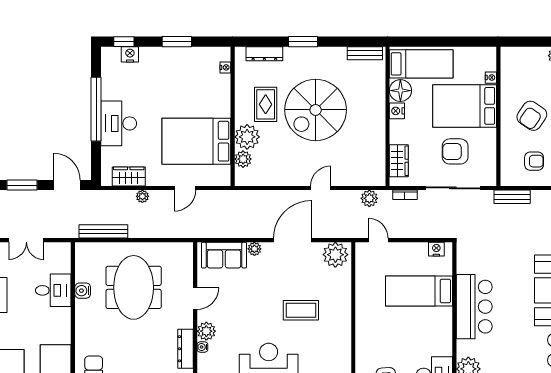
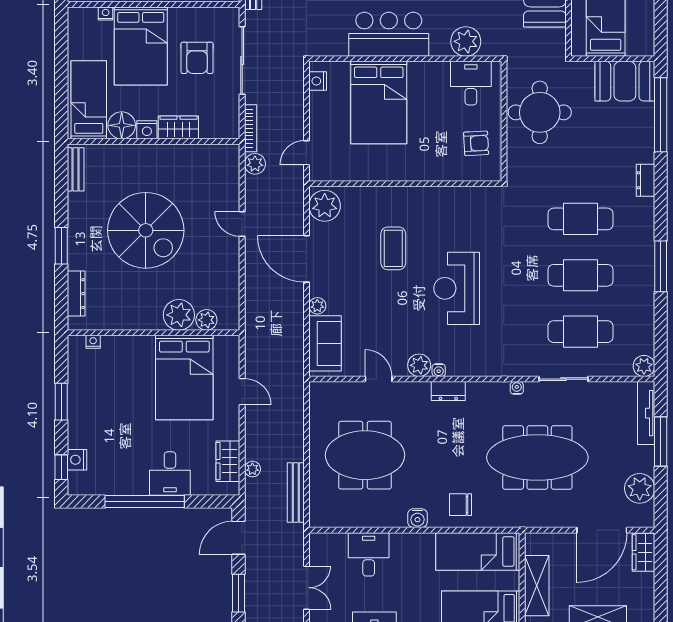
rug: (266, 104) -> (139, 292), removed
desk: (119, 123) -> (170, 474), width x0.73
wardrobe: (399, 161) -> (178, 127), moved
bookcase: (405, 195) -> (251, 128), width x1.56
plant: (142, 196) -> (252, 469), moved
water cooler: (83, 291) -> (417, 518), moved
bed: (419, 291) -> (379, 102), width x1.50
dresser: (186, 349) -> (448, 391), width x0.70

